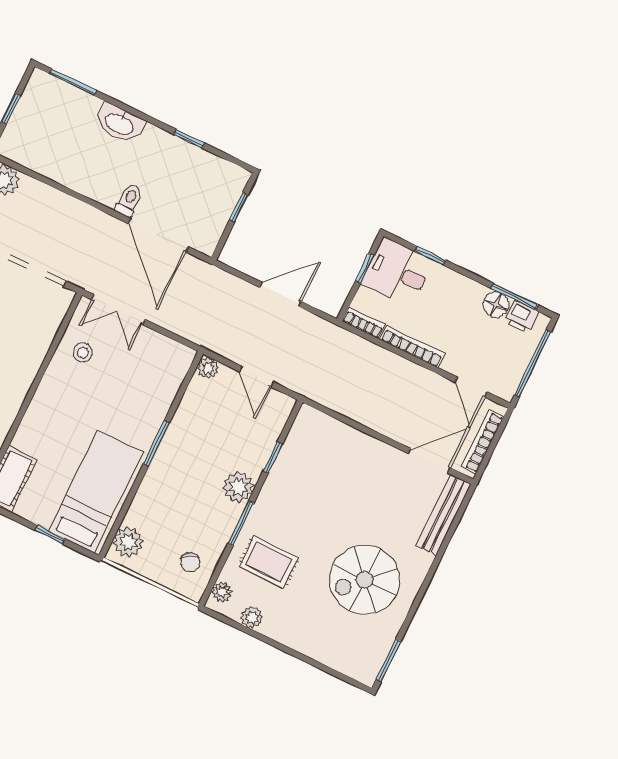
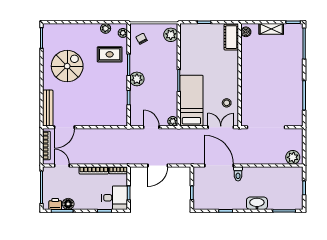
bed: (96, 491) -> (191, 101), moved, turned 180

